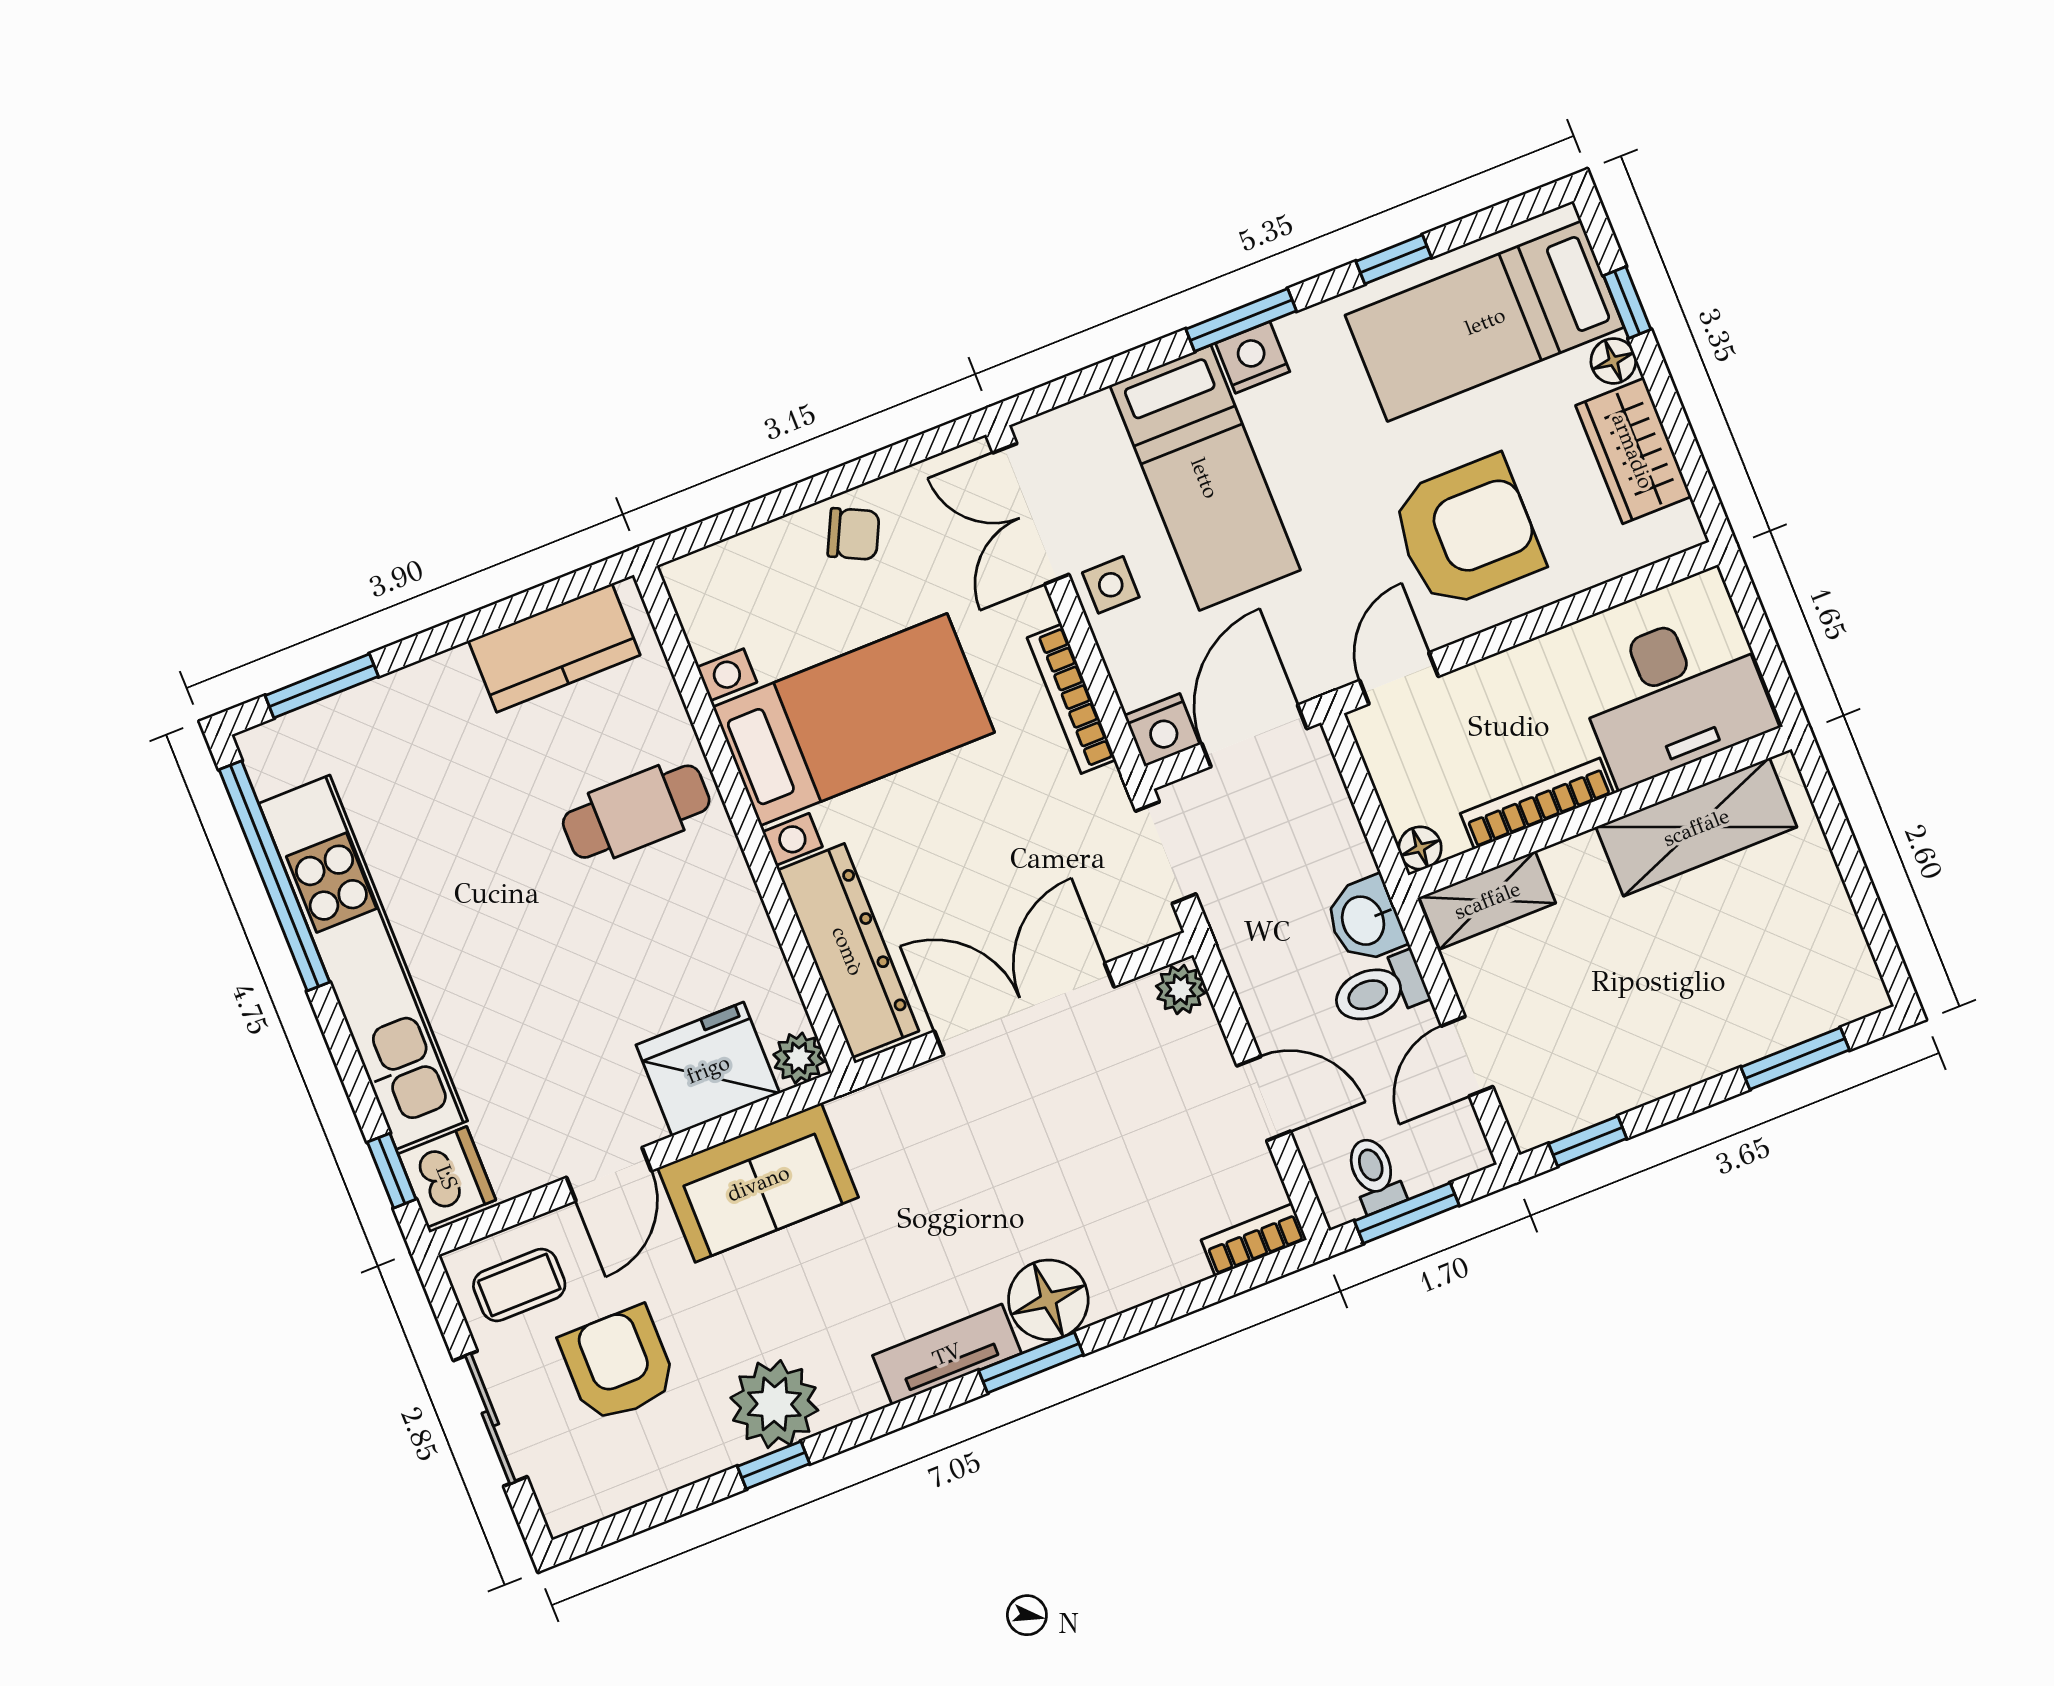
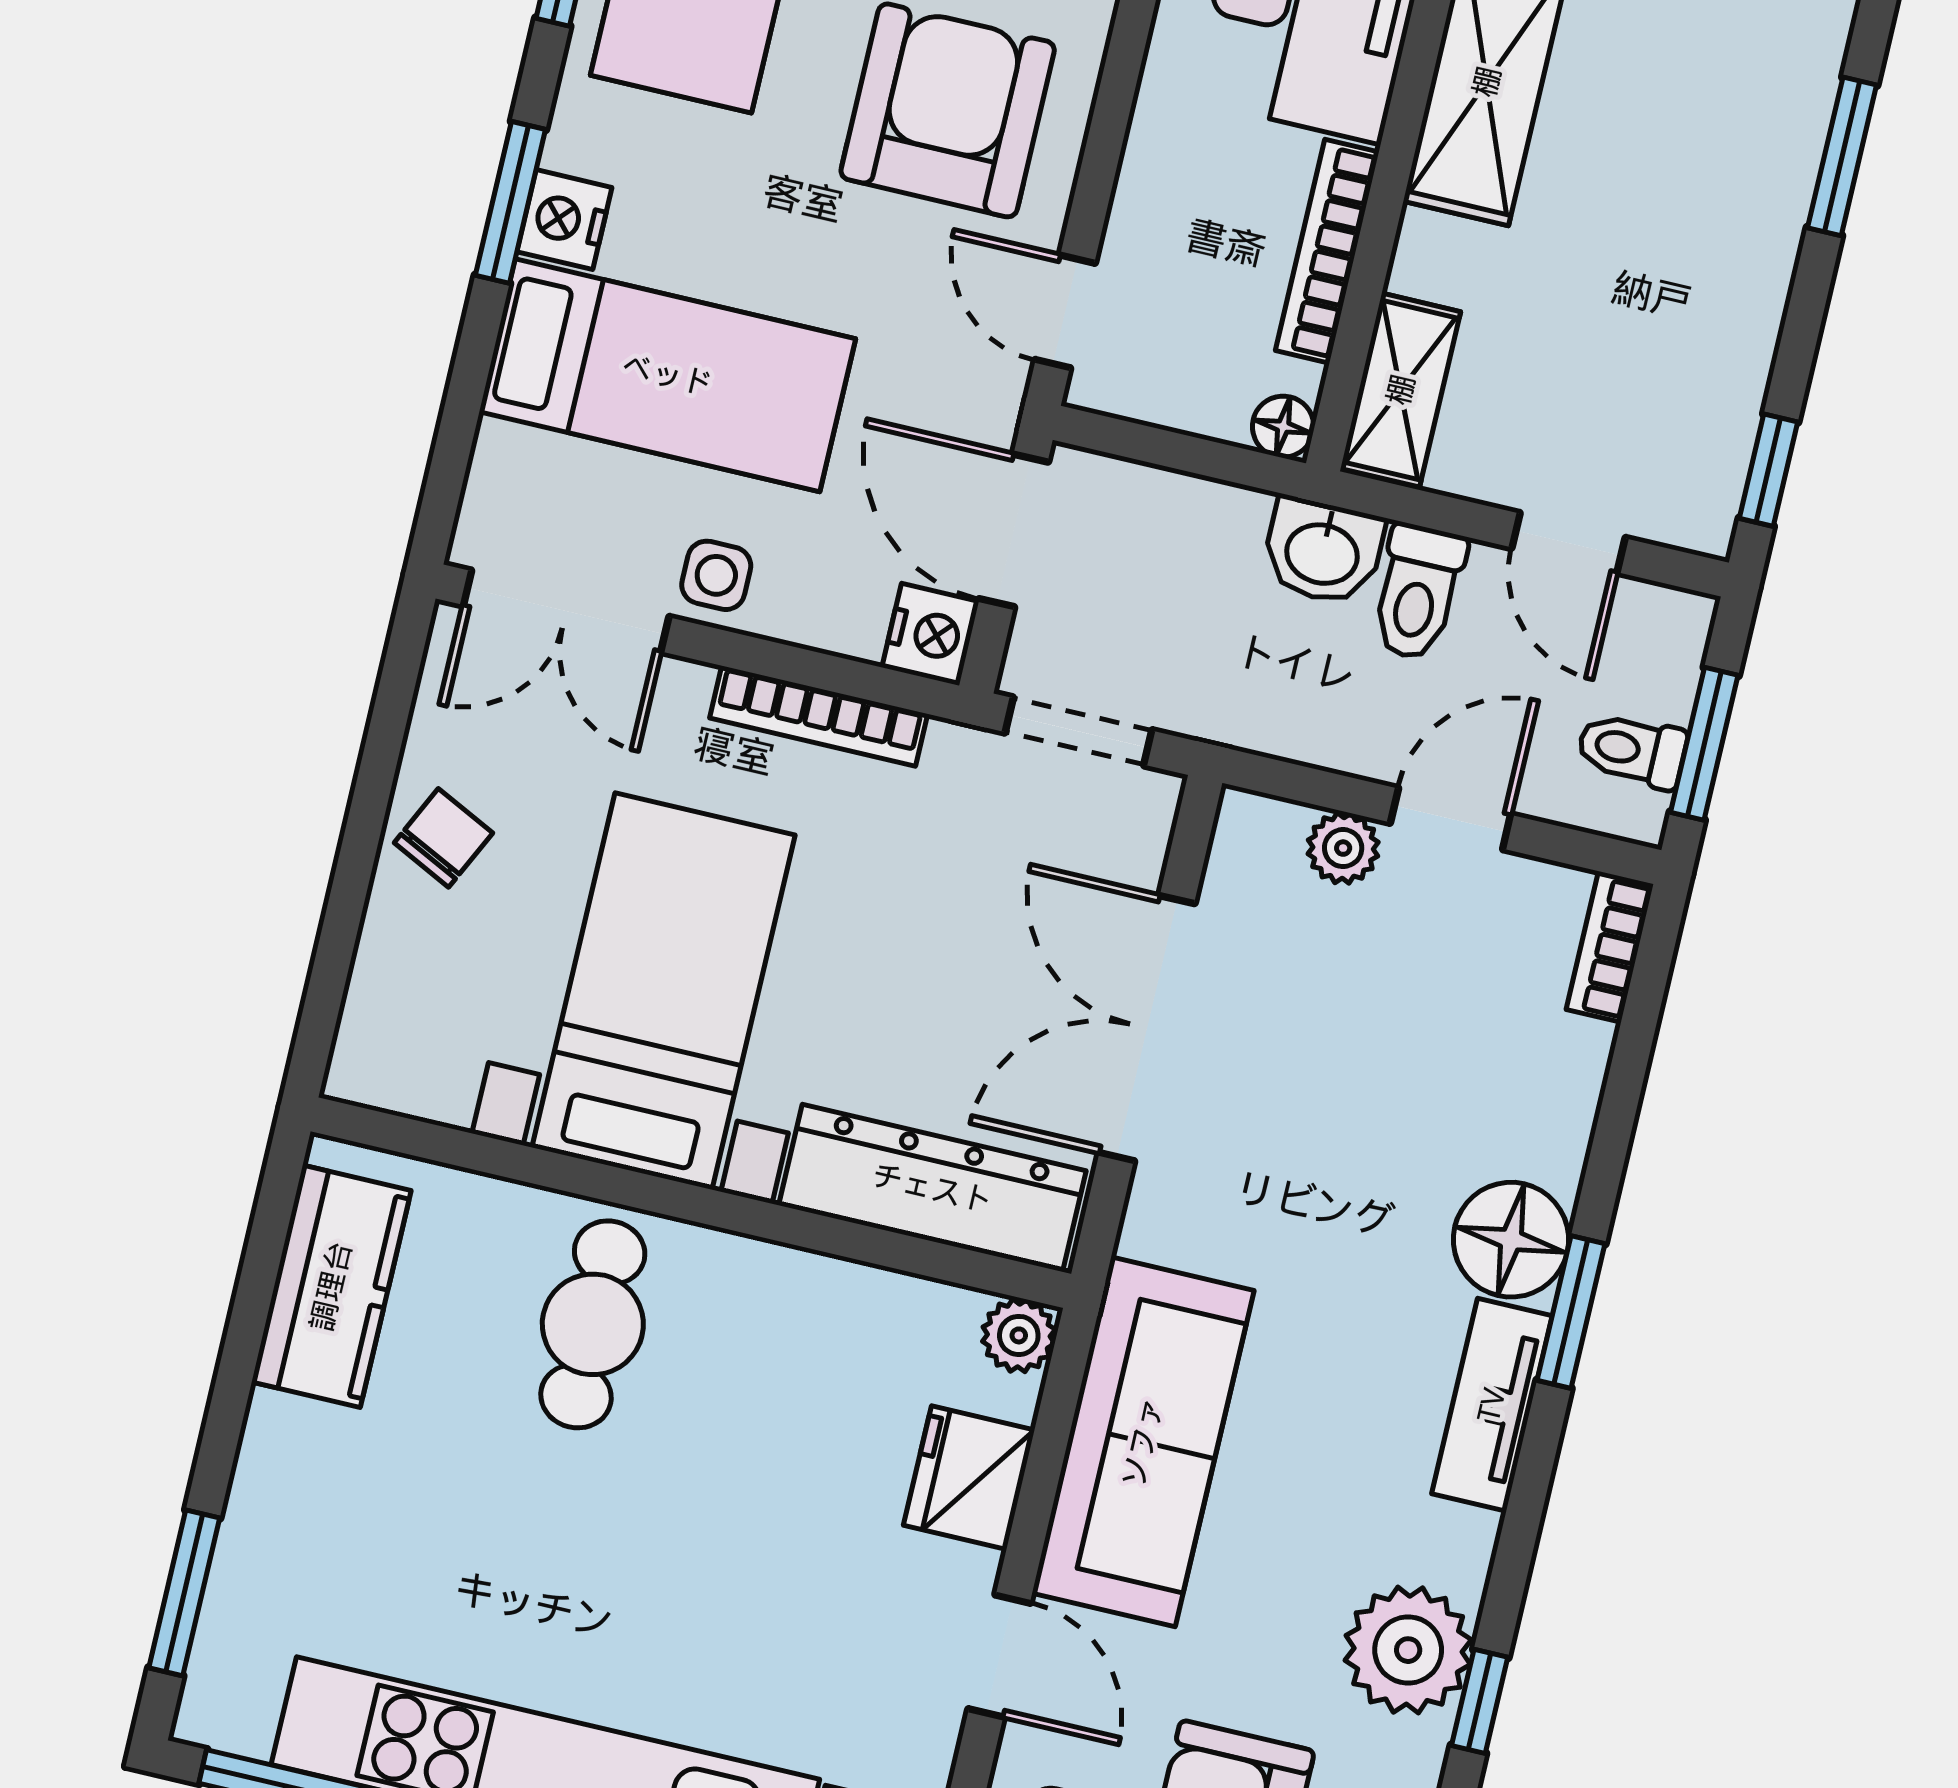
plant: (1181, 989) -> (1343, 848), moved
fridge: (708, 1069) -> (969, 1478), width x0.73, depth x0.75
sofa: (758, 1183) -> (1143, 1442), width x1.36

